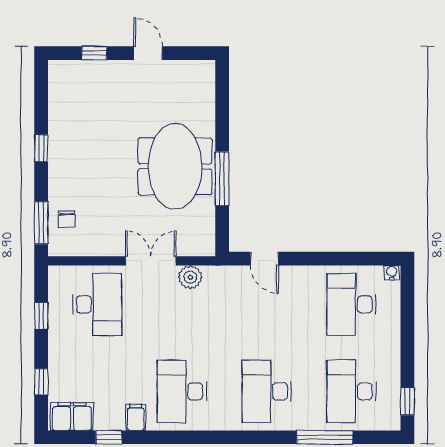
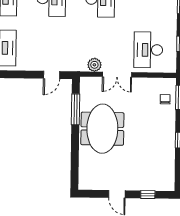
window: (222, 179) -> (75, 109), moved
door: (264, 259) -> (52, 75), swing flipped

